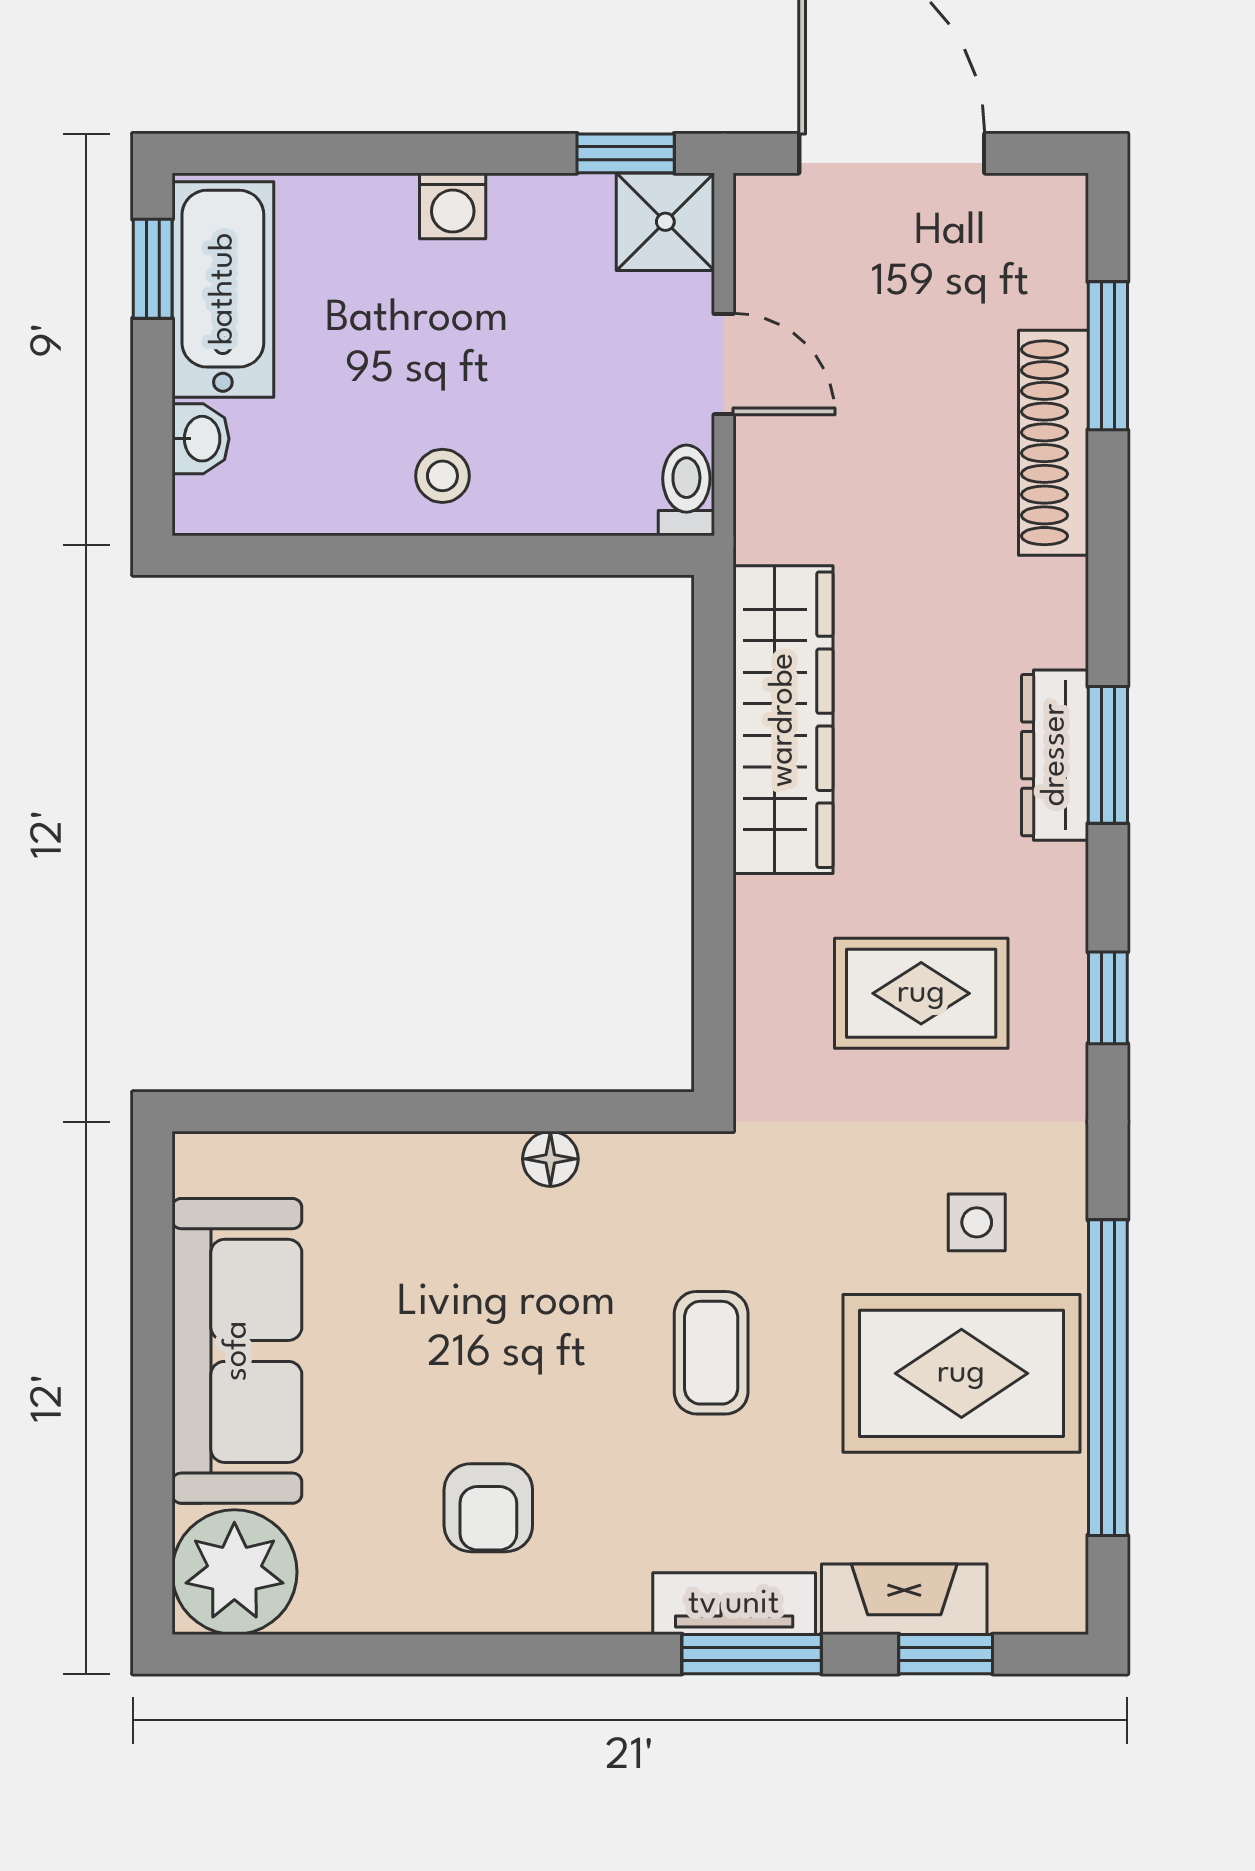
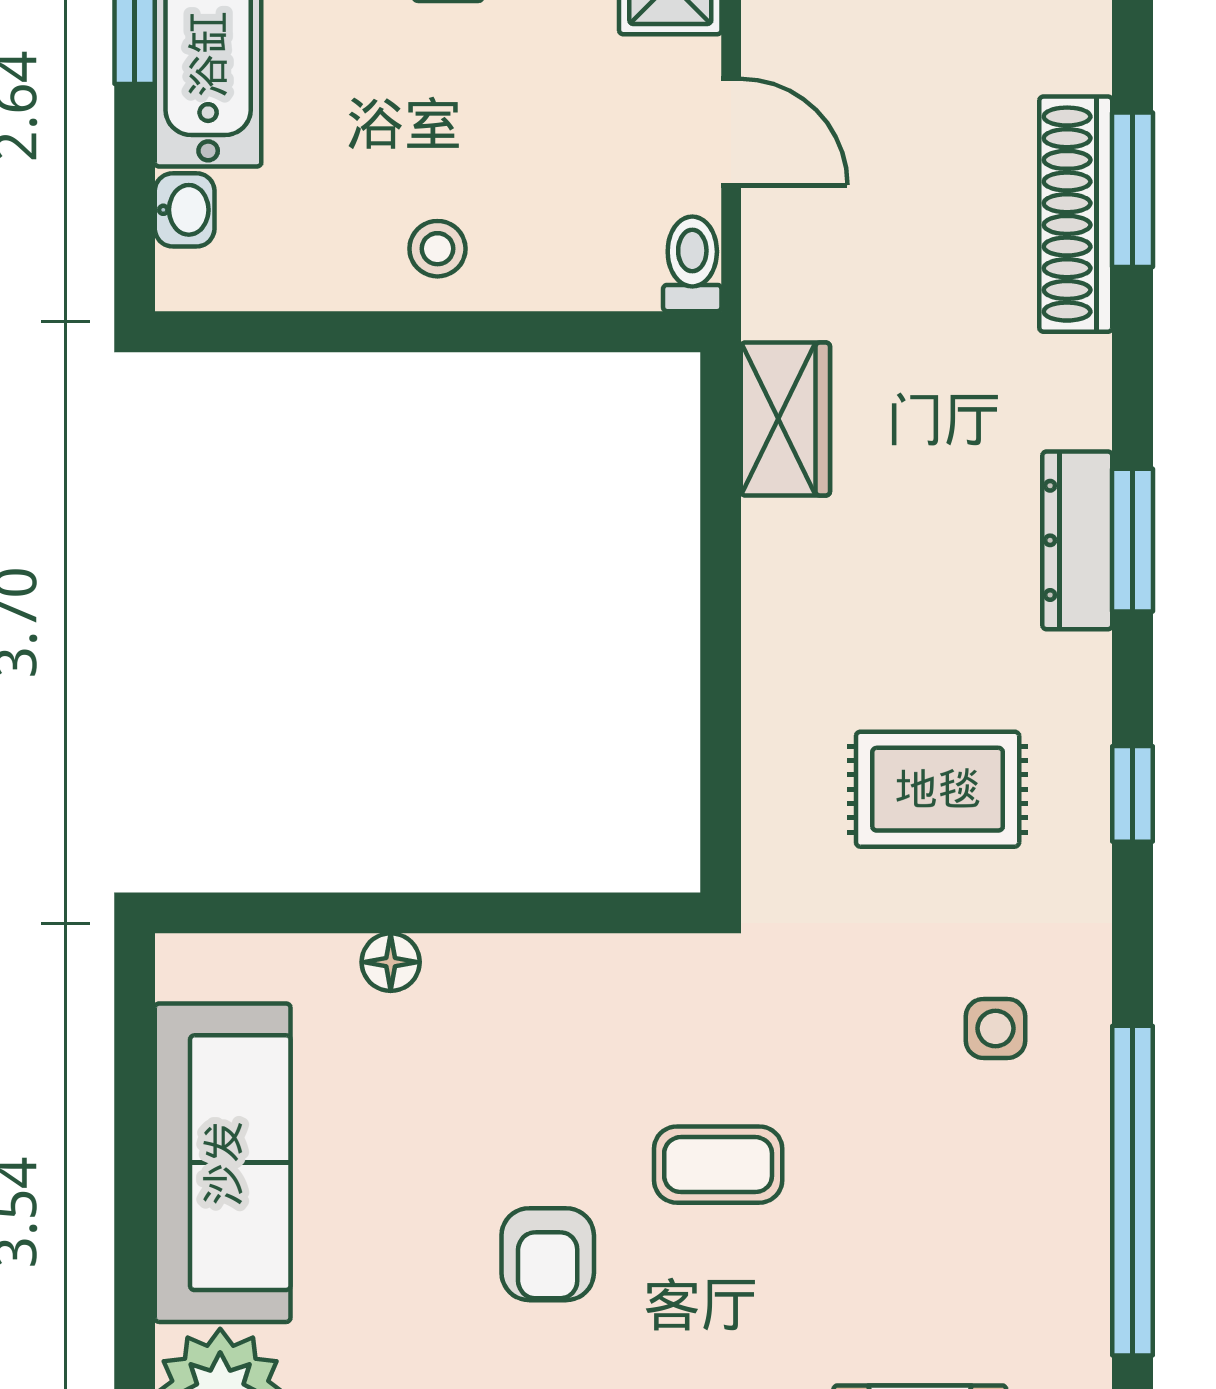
window: (1108, 356) -> (1132, 190), moved
wardrobe: (783, 720) -> (785, 419), width x0.48, depth x0.85
floor lamp: (550, 1159) -> (391, 962), moved
coffee table: (711, 1353) -> (718, 1165), turned 90
rug: (961, 1373) -> (980, 1186), removed
armchair: (488, 1508) -> (548, 1254), moved

